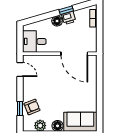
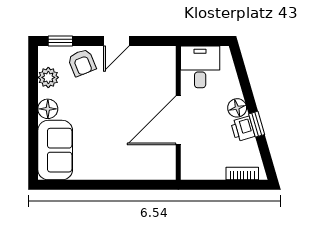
door: (74, 54) -> (178, 120), moved
door: (20, 70) -> (116, 41), moved
window: (20, 108) -> (60, 41), moved

